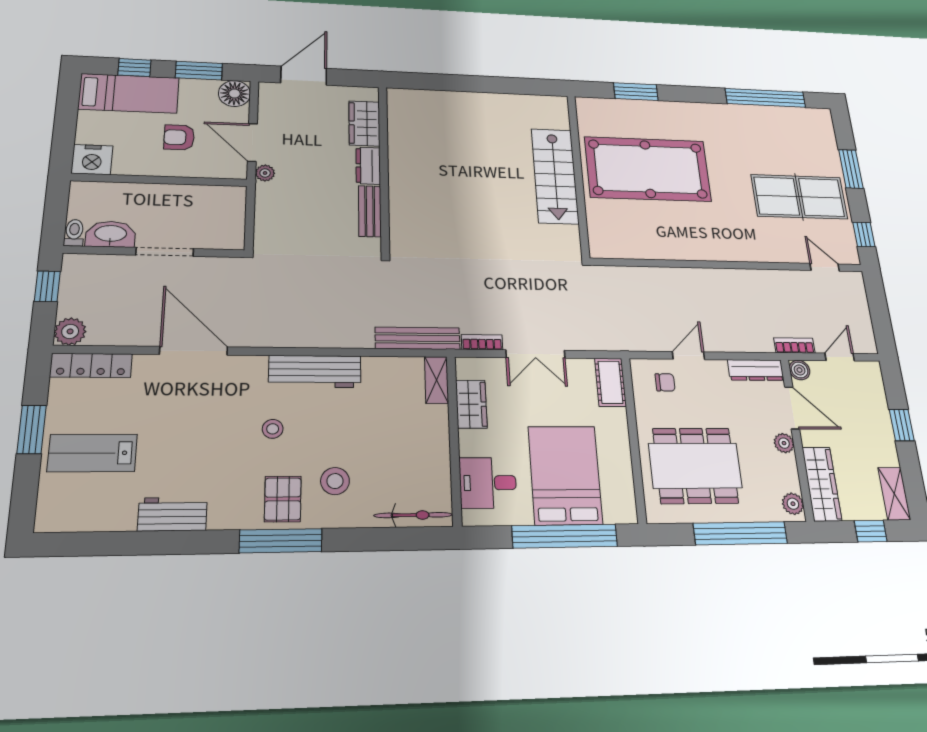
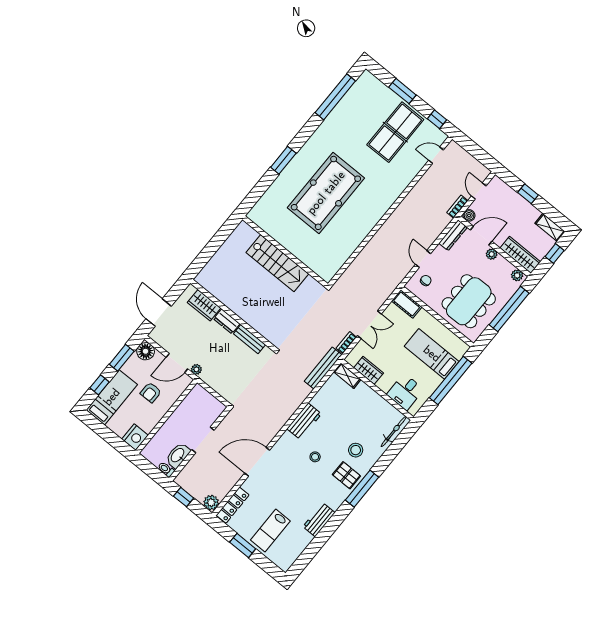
wall: (578, 175) -> (285, 252), moved
stairs: (555, 176) -> (277, 263), moved
workbench: (315, 371) -> (304, 421), width x0.73
bed: (565, 475) -> (432, 354), width x0.67

